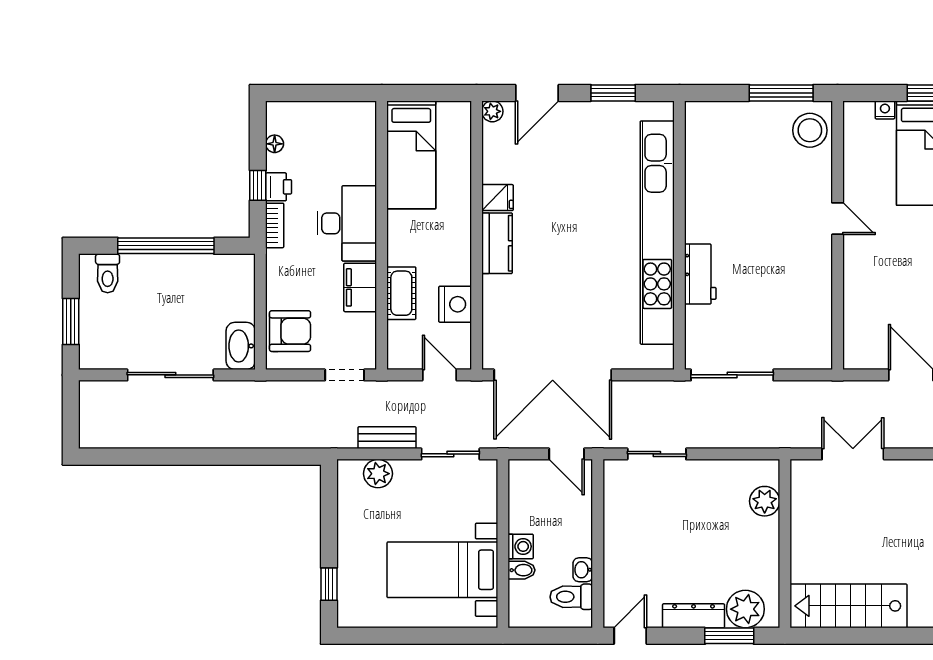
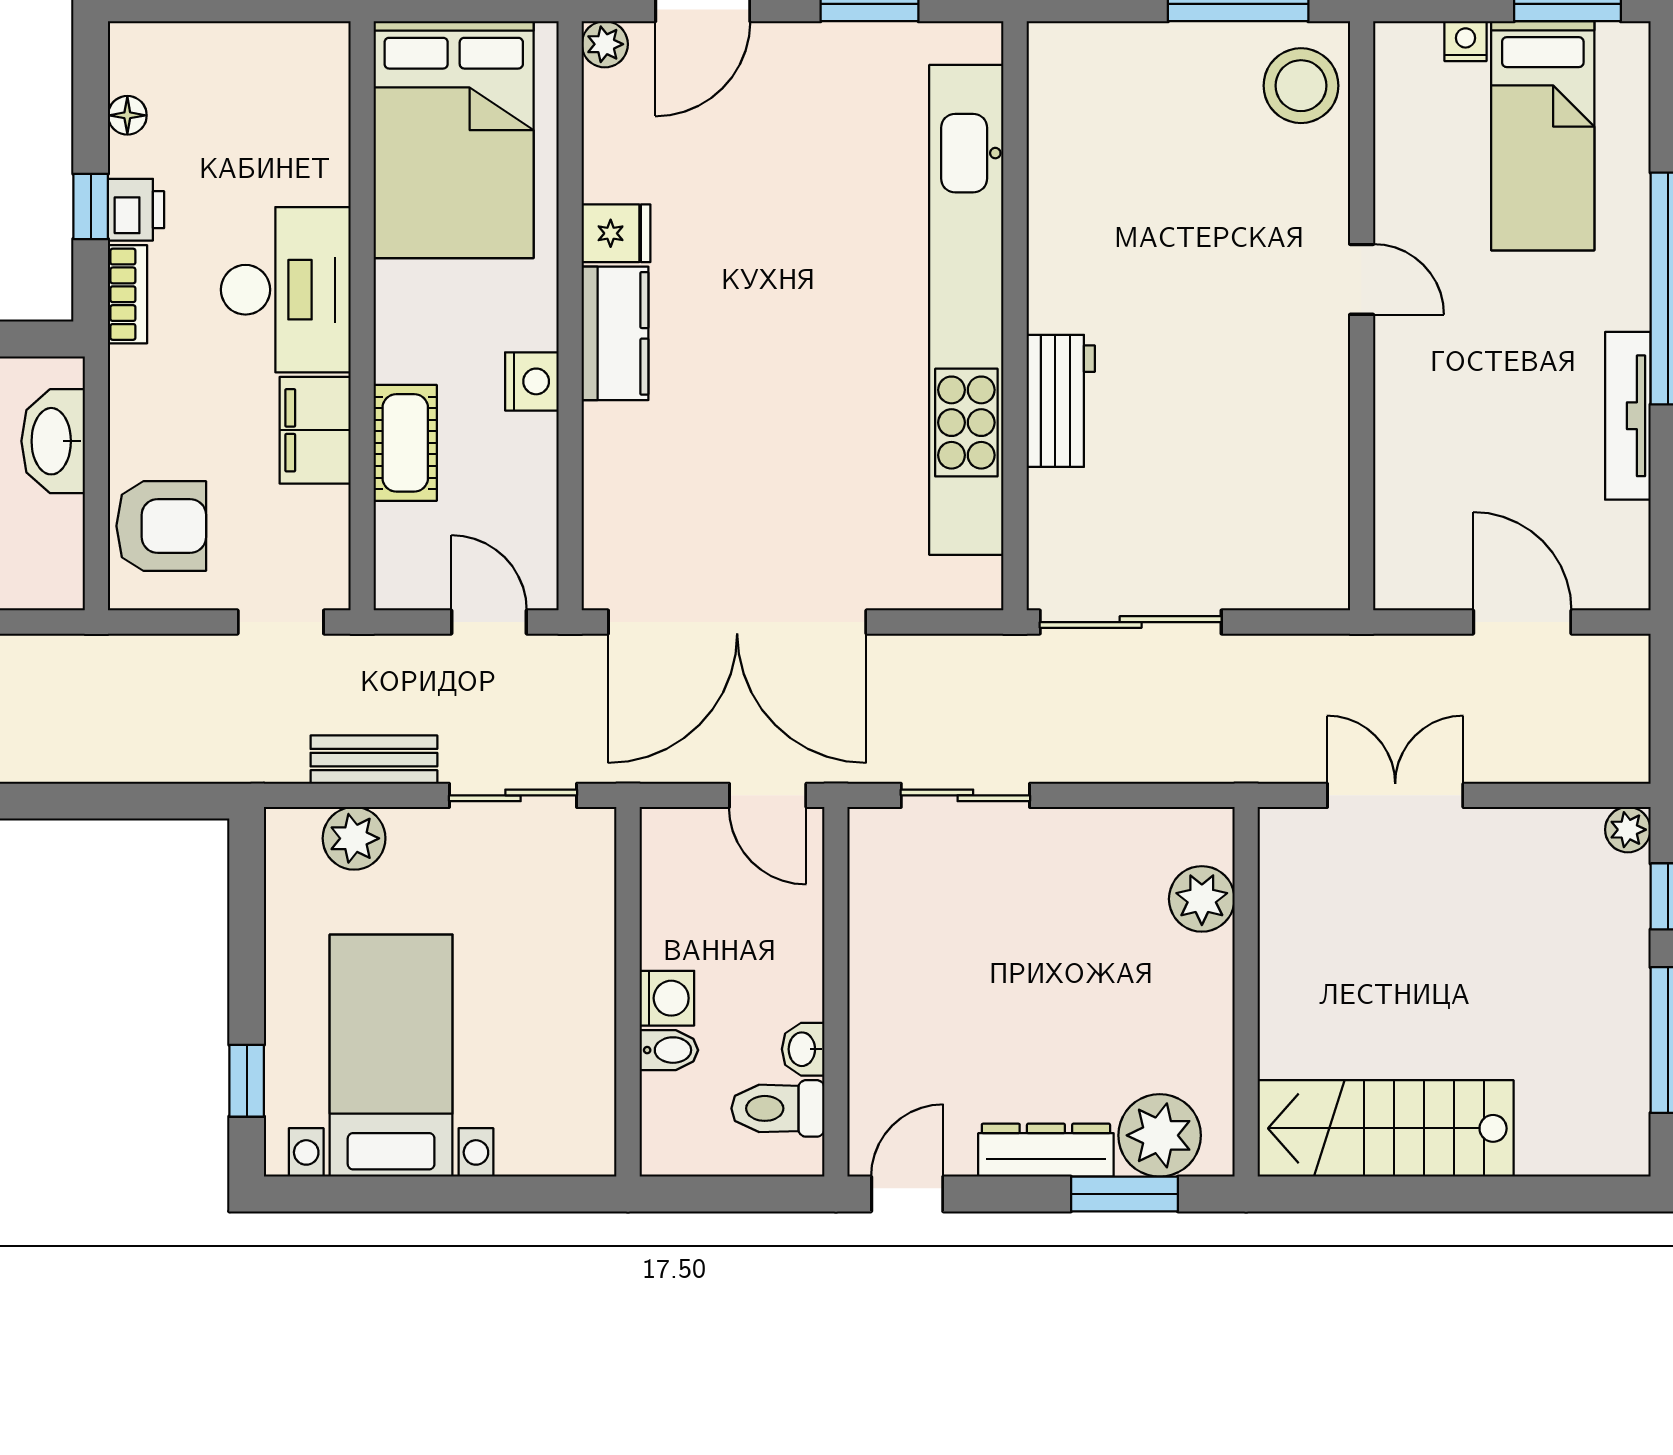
bed: (411, 155) -> (454, 140), width x1.50
nightstand: (455, 304) -> (532, 381), moved, width x0.74, depth x0.75
washbasin: (241, 346) -> (53, 441), moved
bed with nightstands: (442, 570) -> (391, 1056), moved, turned 90

